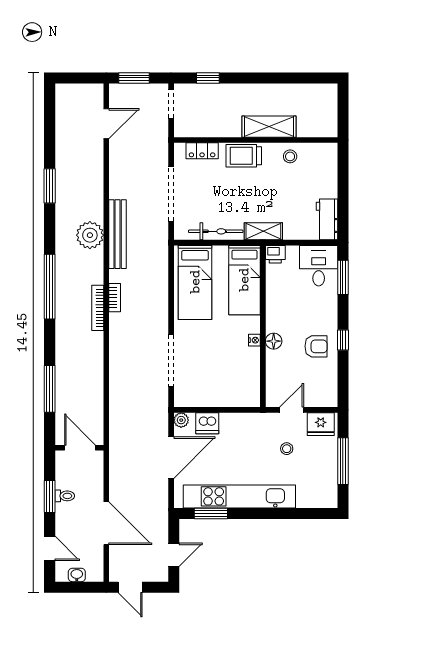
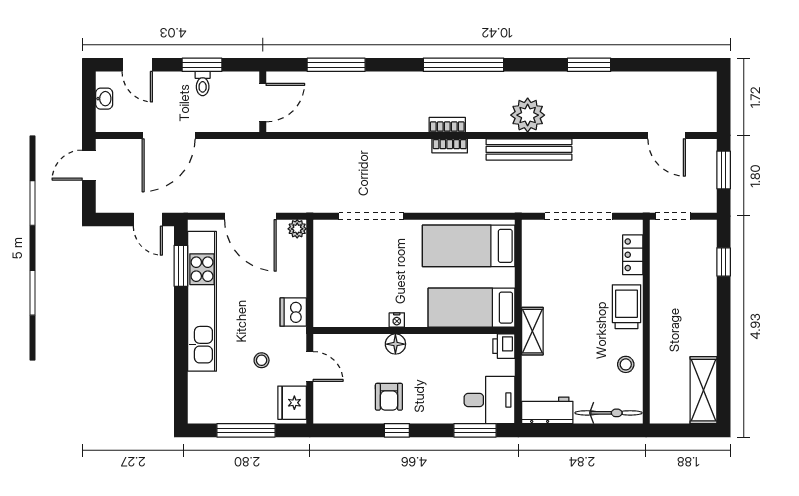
doorway: (171, 104) -> (673, 216), moved
shelving: (269, 127) -> (703, 390), moved
bicycle: (216, 231) -> (609, 413), moved, turned -90
bookcase: (98, 308) -> (447, 125), width x0.64
dishwasher: (207, 423) -> (293, 312), moved
door: (50, 548) -> (137, 65), hinge flipped
door: (174, 555) -> (148, 220), moved

